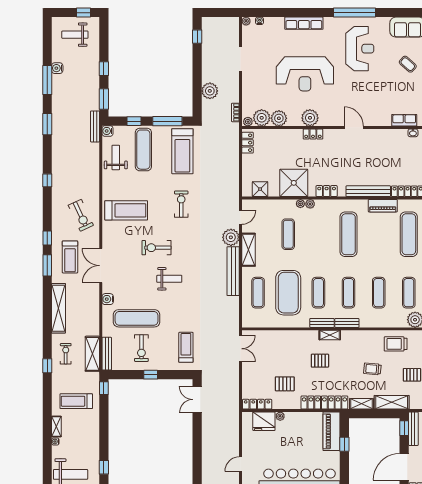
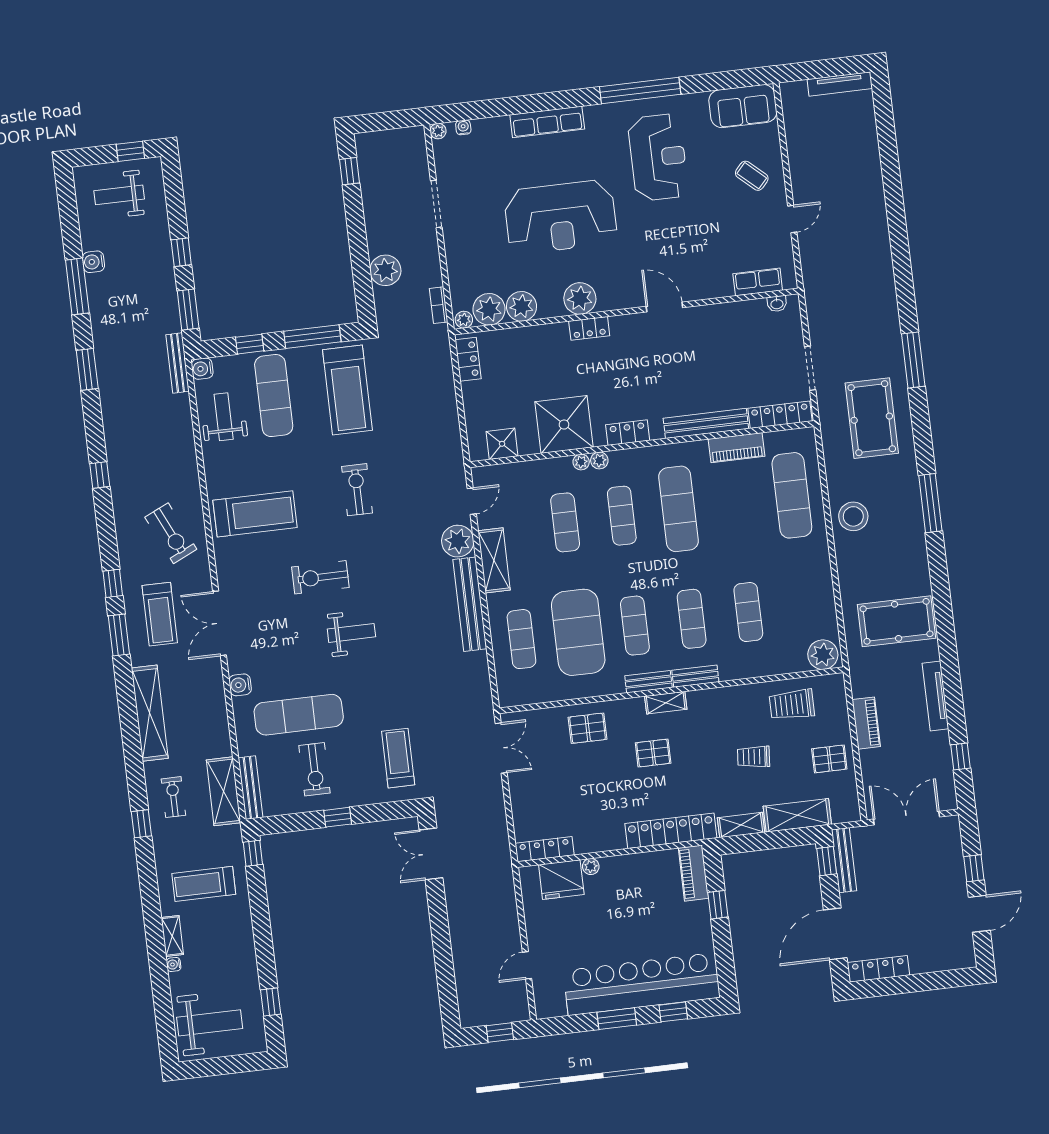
exercise mat: (409, 293) -> (622, 516), moved
pallet: (285, 384) -> (588, 728), moved
piano: (331, 431) -> (693, 873), width x0.73, depth x0.75

